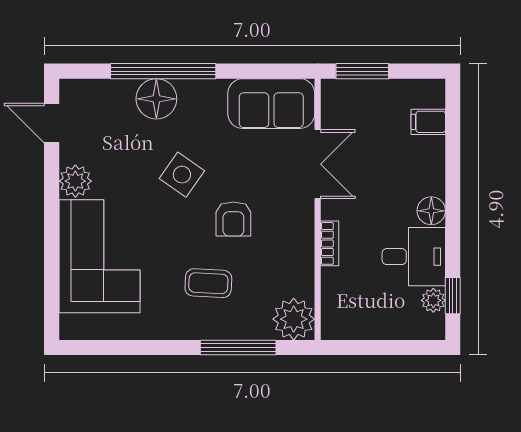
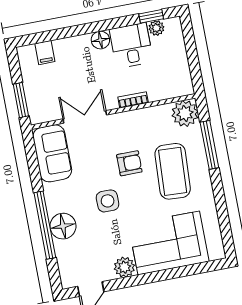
side table: (182, 175) -> (108, 201), turned -35
coffee table: (208, 283) -> (173, 171), width x1.86, depth x1.72

